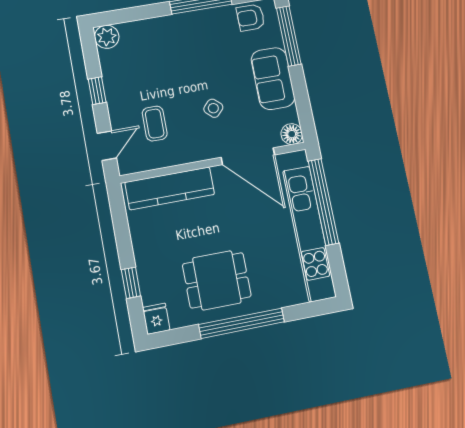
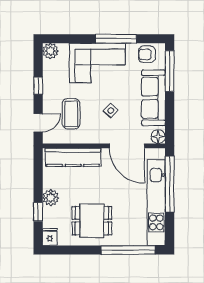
corner sofa: (180, 42) -> (97, 63), added
sofa: (273, 79) -> (153, 98), width x1.36
coffee table: (155, 124) -> (71, 114), width x1.36, depth x1.30
plant: (147, 257) -> (51, 198), added
window: (242, 323) -> (128, 250), moved

